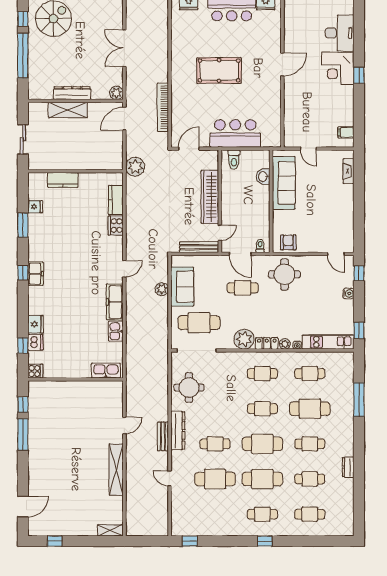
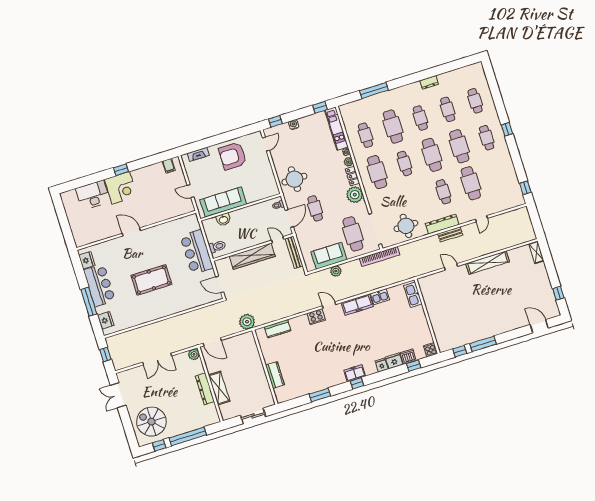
pool table: (219, 70) -> (151, 280), turned 90
bookcase: (163, 107) -> (380, 257), moved
door: (308, 149) -> (190, 191), swing flipped
fridge: (35, 207) -> (382, 365), moved
cooker: (116, 226) -> (316, 317), moved
armchair: (288, 242) -> (233, 156), moved, width x1.88, depth x1.88
cafe table: (262, 374) -> (377, 172), width x1.37, depth x1.35

